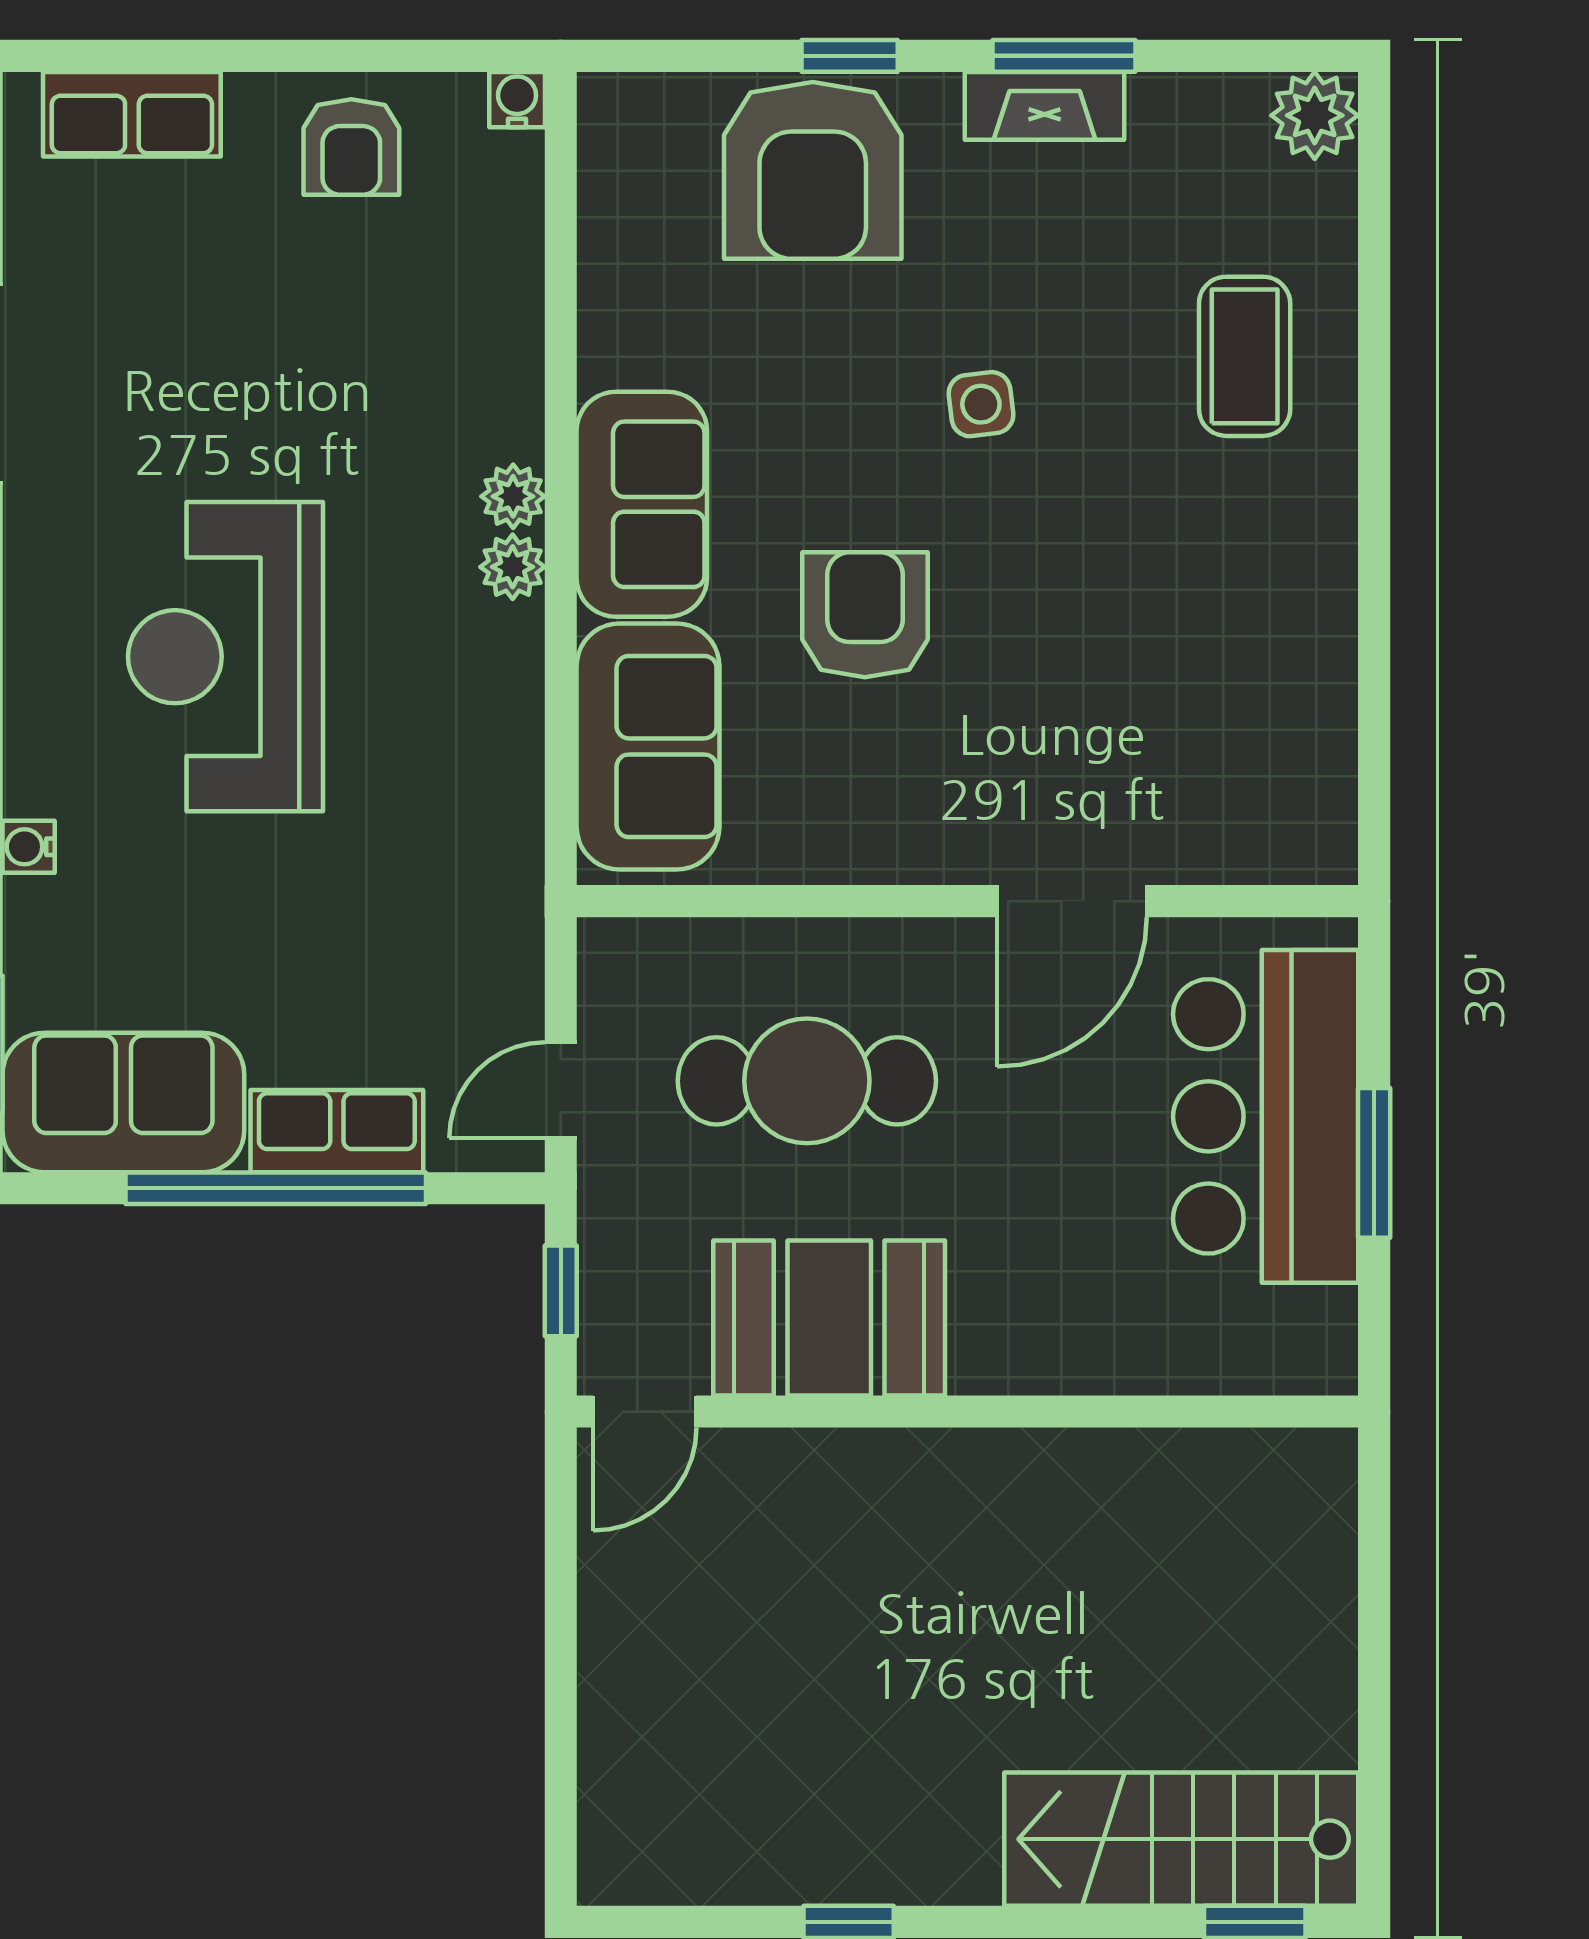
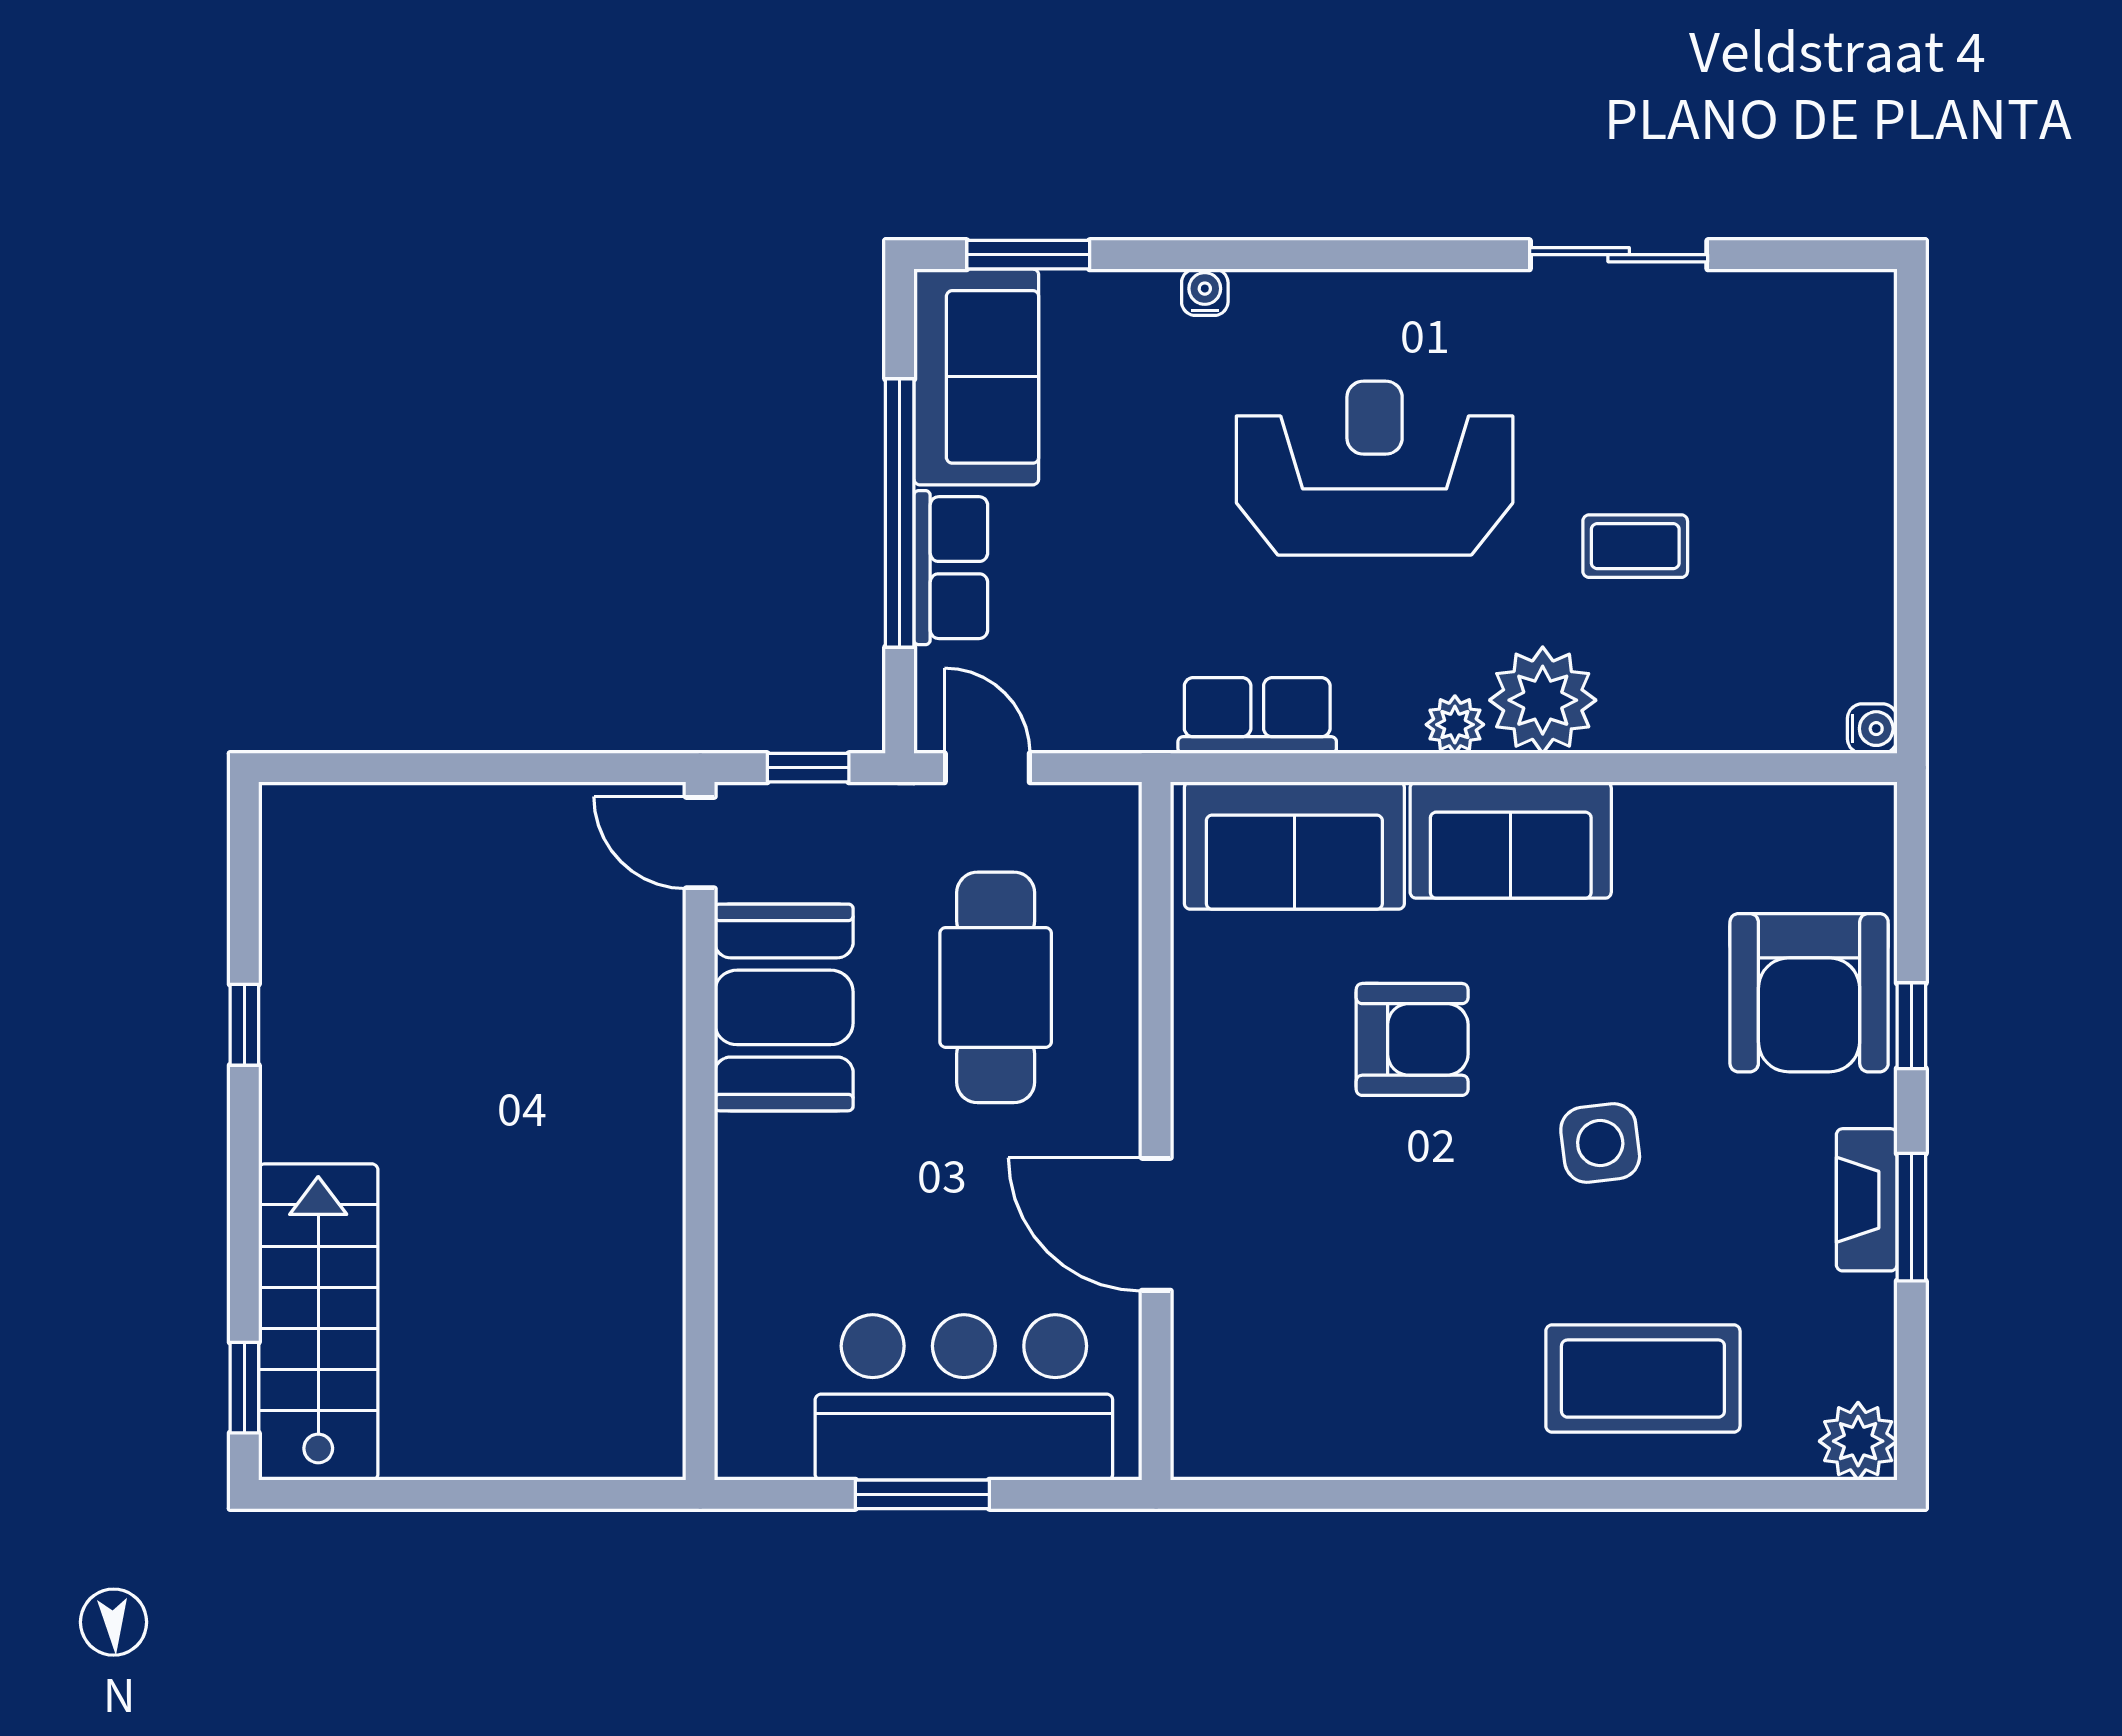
row of seats: (132, 114) -> (1257, 716), moved, turned 90
armchair: (351, 147) -> (1830, 581), removed
armchair: (813, 170) -> (1809, 993), turned -90
coffee table: (1245, 356) -> (1643, 1379), width x1.36, depth x1.32
coffee table: (313, 365) -> (1635, 546), added
side table: (981, 404) -> (1600, 1143), width x1.37, depth x1.37
plant: (513, 496) -> (1543, 700), width x1.88, depth x1.88

